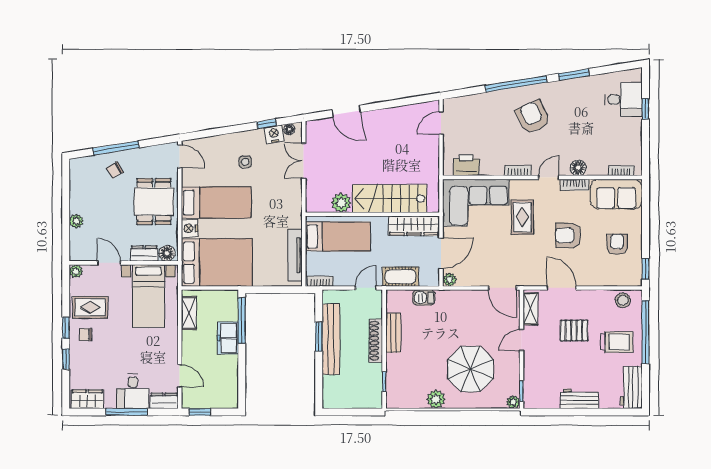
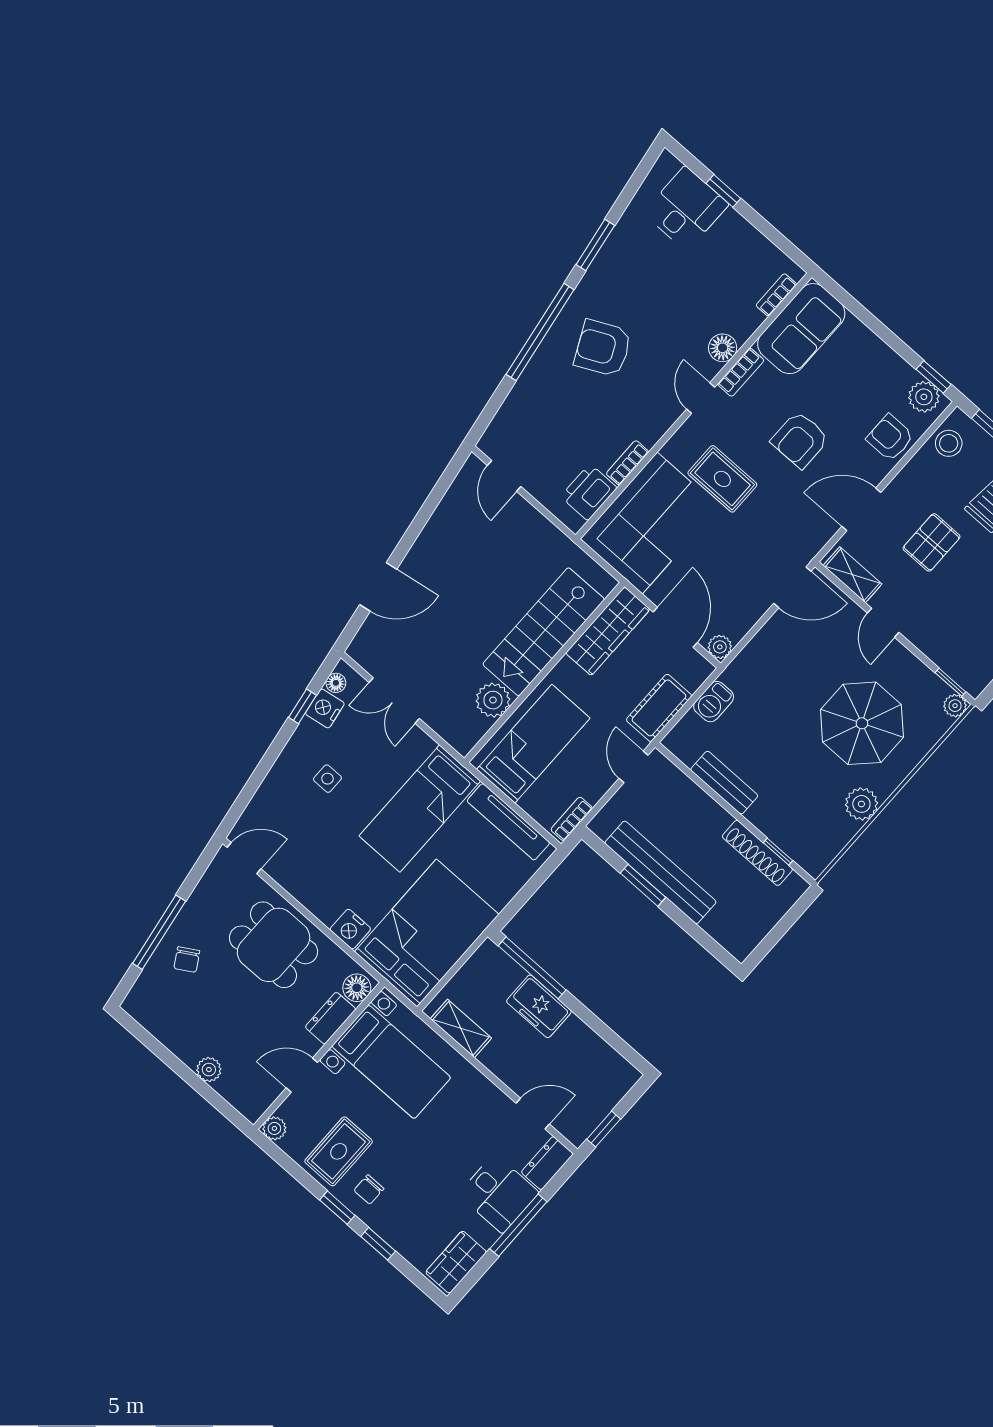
bookcase: (518, 171) -> (627, 463), moved
bed: (216, 203) -> (420, 808), moved, turned 180
armchair: (617, 244) -> (890, 438), moved
plant: (633, 272) -> (924, 397), added
shoe rack: (376, 341) -> (757, 853), moved

